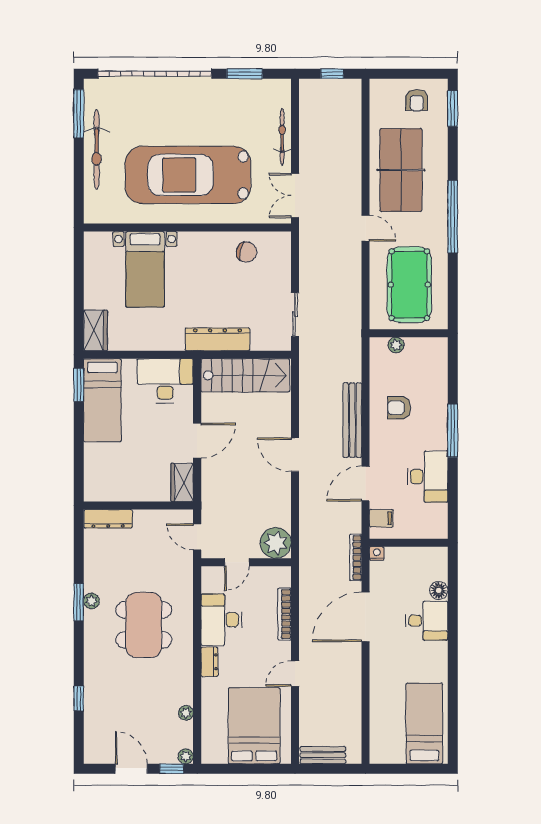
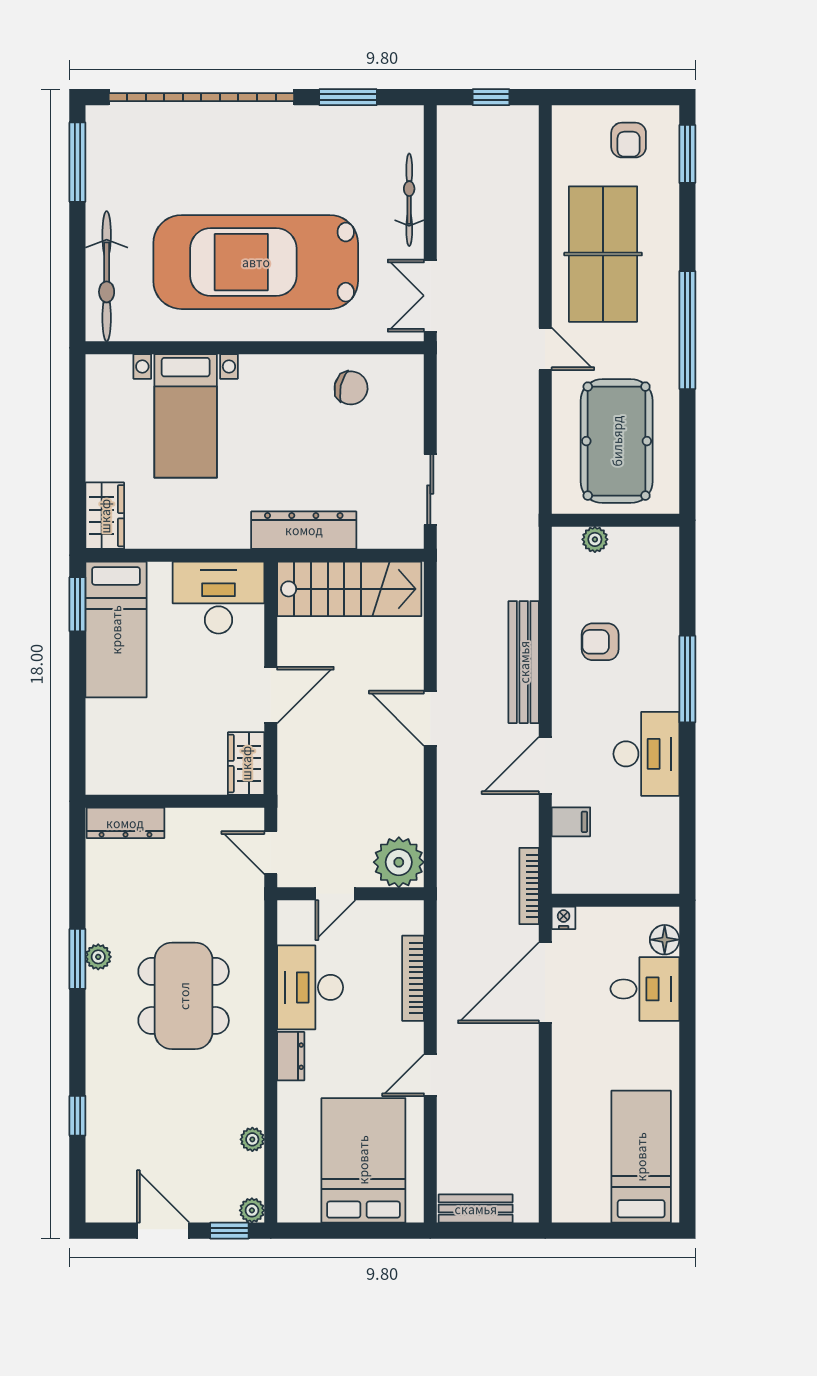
bicycle: (97, 149) -> (107, 276), moved
wall: (409, 543) -> (615, 900), moved
nightstand: (377, 554) -> (564, 918), moved

